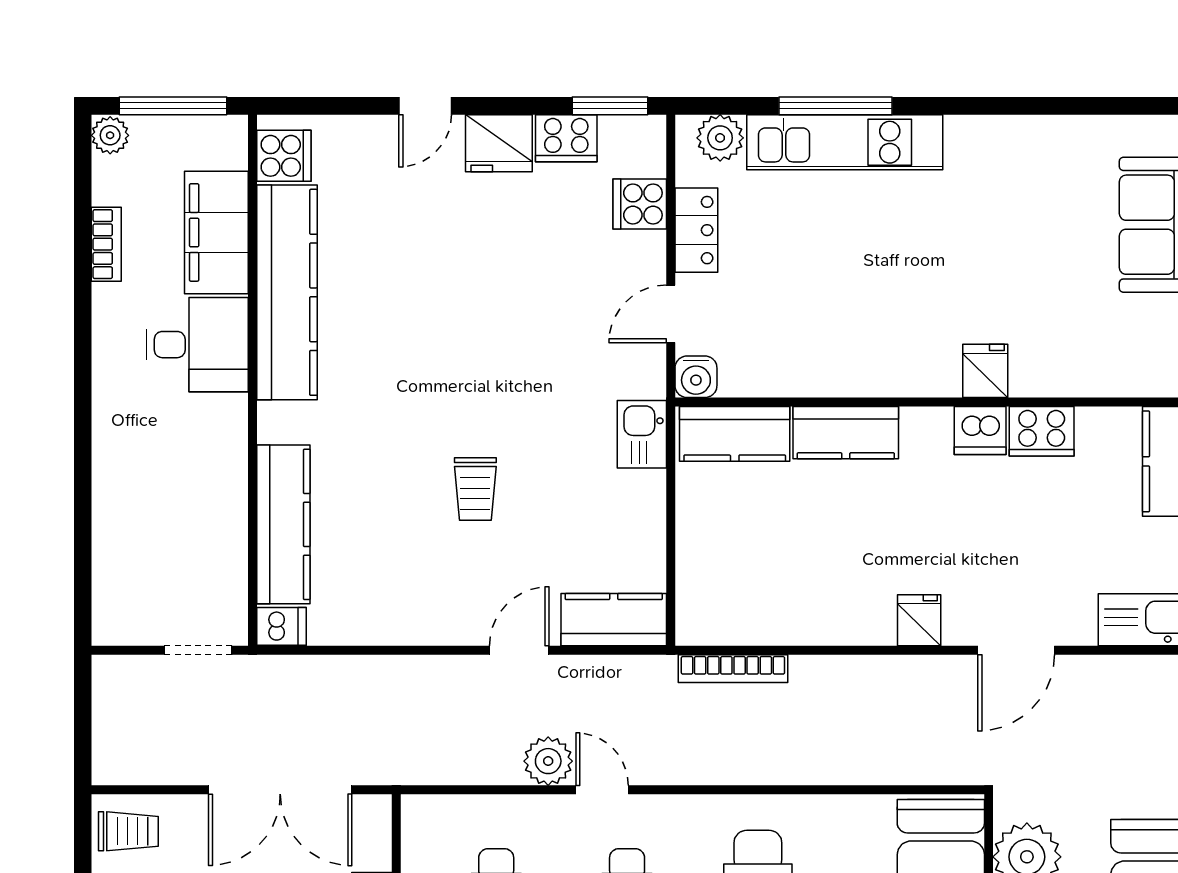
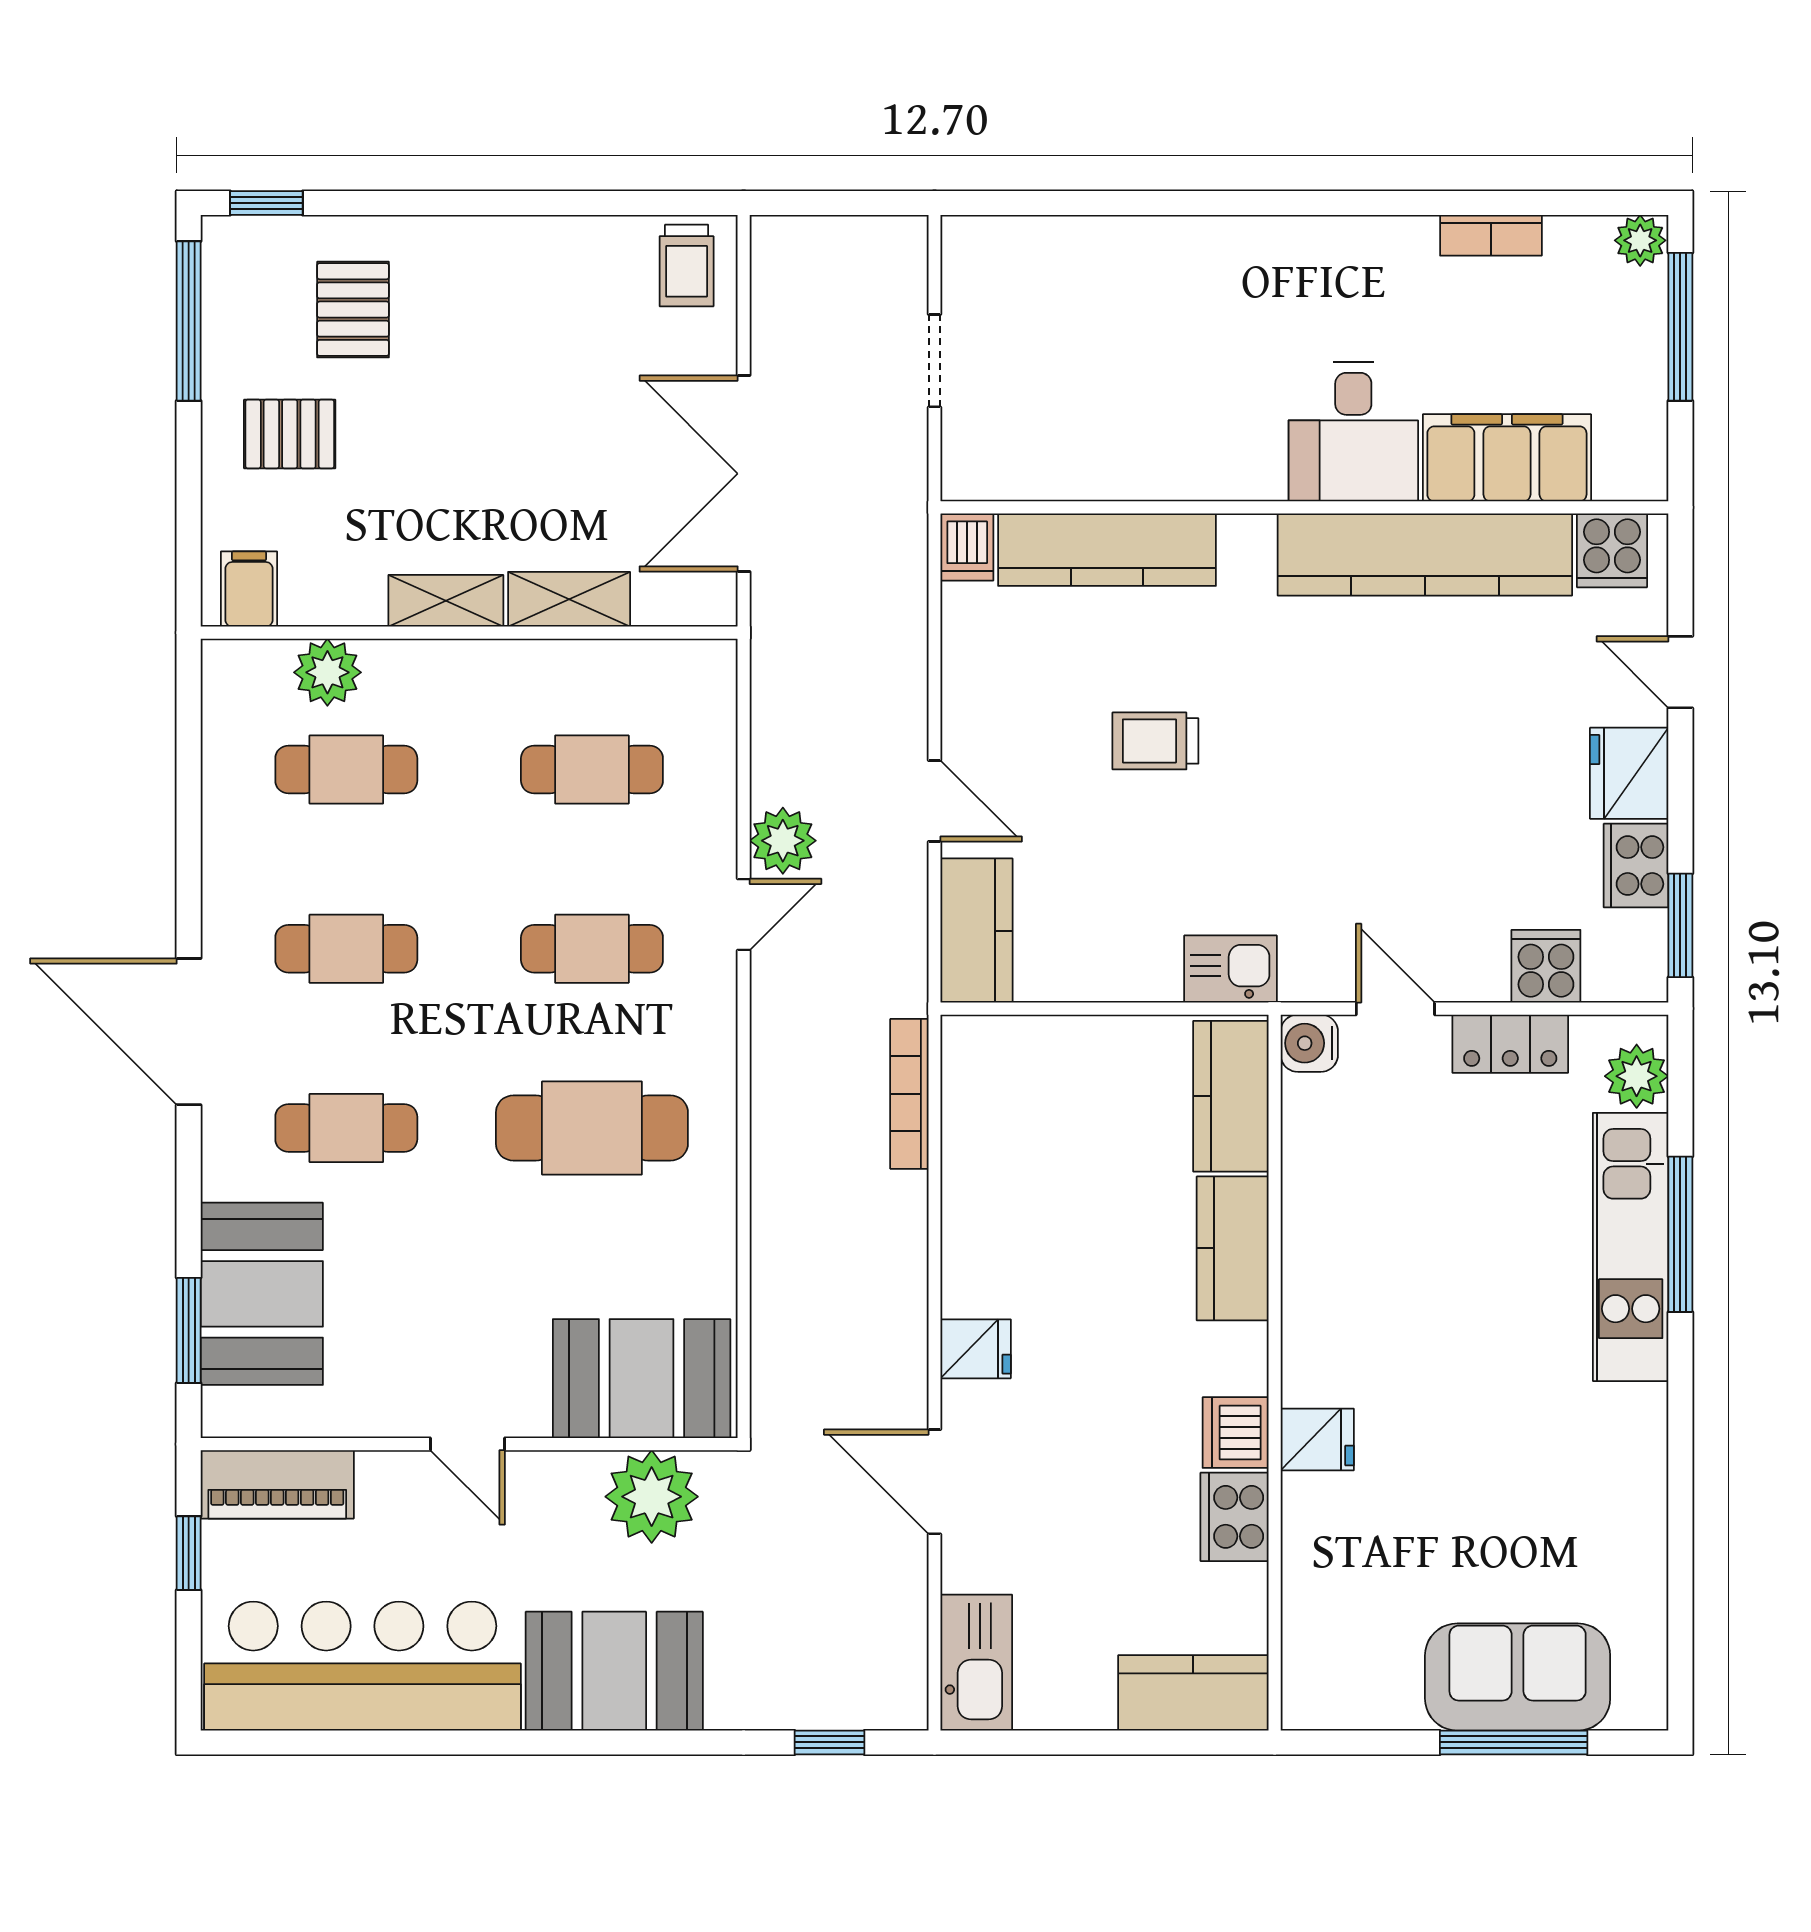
cooker: (284, 156) -> (1612, 550), moved
filing cabinet: (216, 232) -> (1507, 458), moved
kitchen counter: (287, 292) -> (1425, 555), moved
desk: (197, 345) -> (1353, 432), moved
wall: (253, 380) -> (1304, 507), moved
kitchen counter: (283, 524) -> (1107, 550), moved
dishwasher: (282, 626) -> (967, 547), moved

